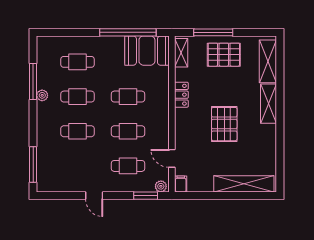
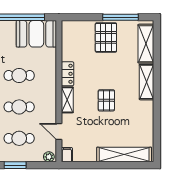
window: (213, 32) -> (120, 17), moved
shelving: (181, 53) -> (67, 100), moved
pallet: (224, 55) -> (106, 37), turned 90
pallet: (224, 124) -> (106, 100), width x0.67, depth x0.71
window: (146, 196) -> (15, 165), moved

